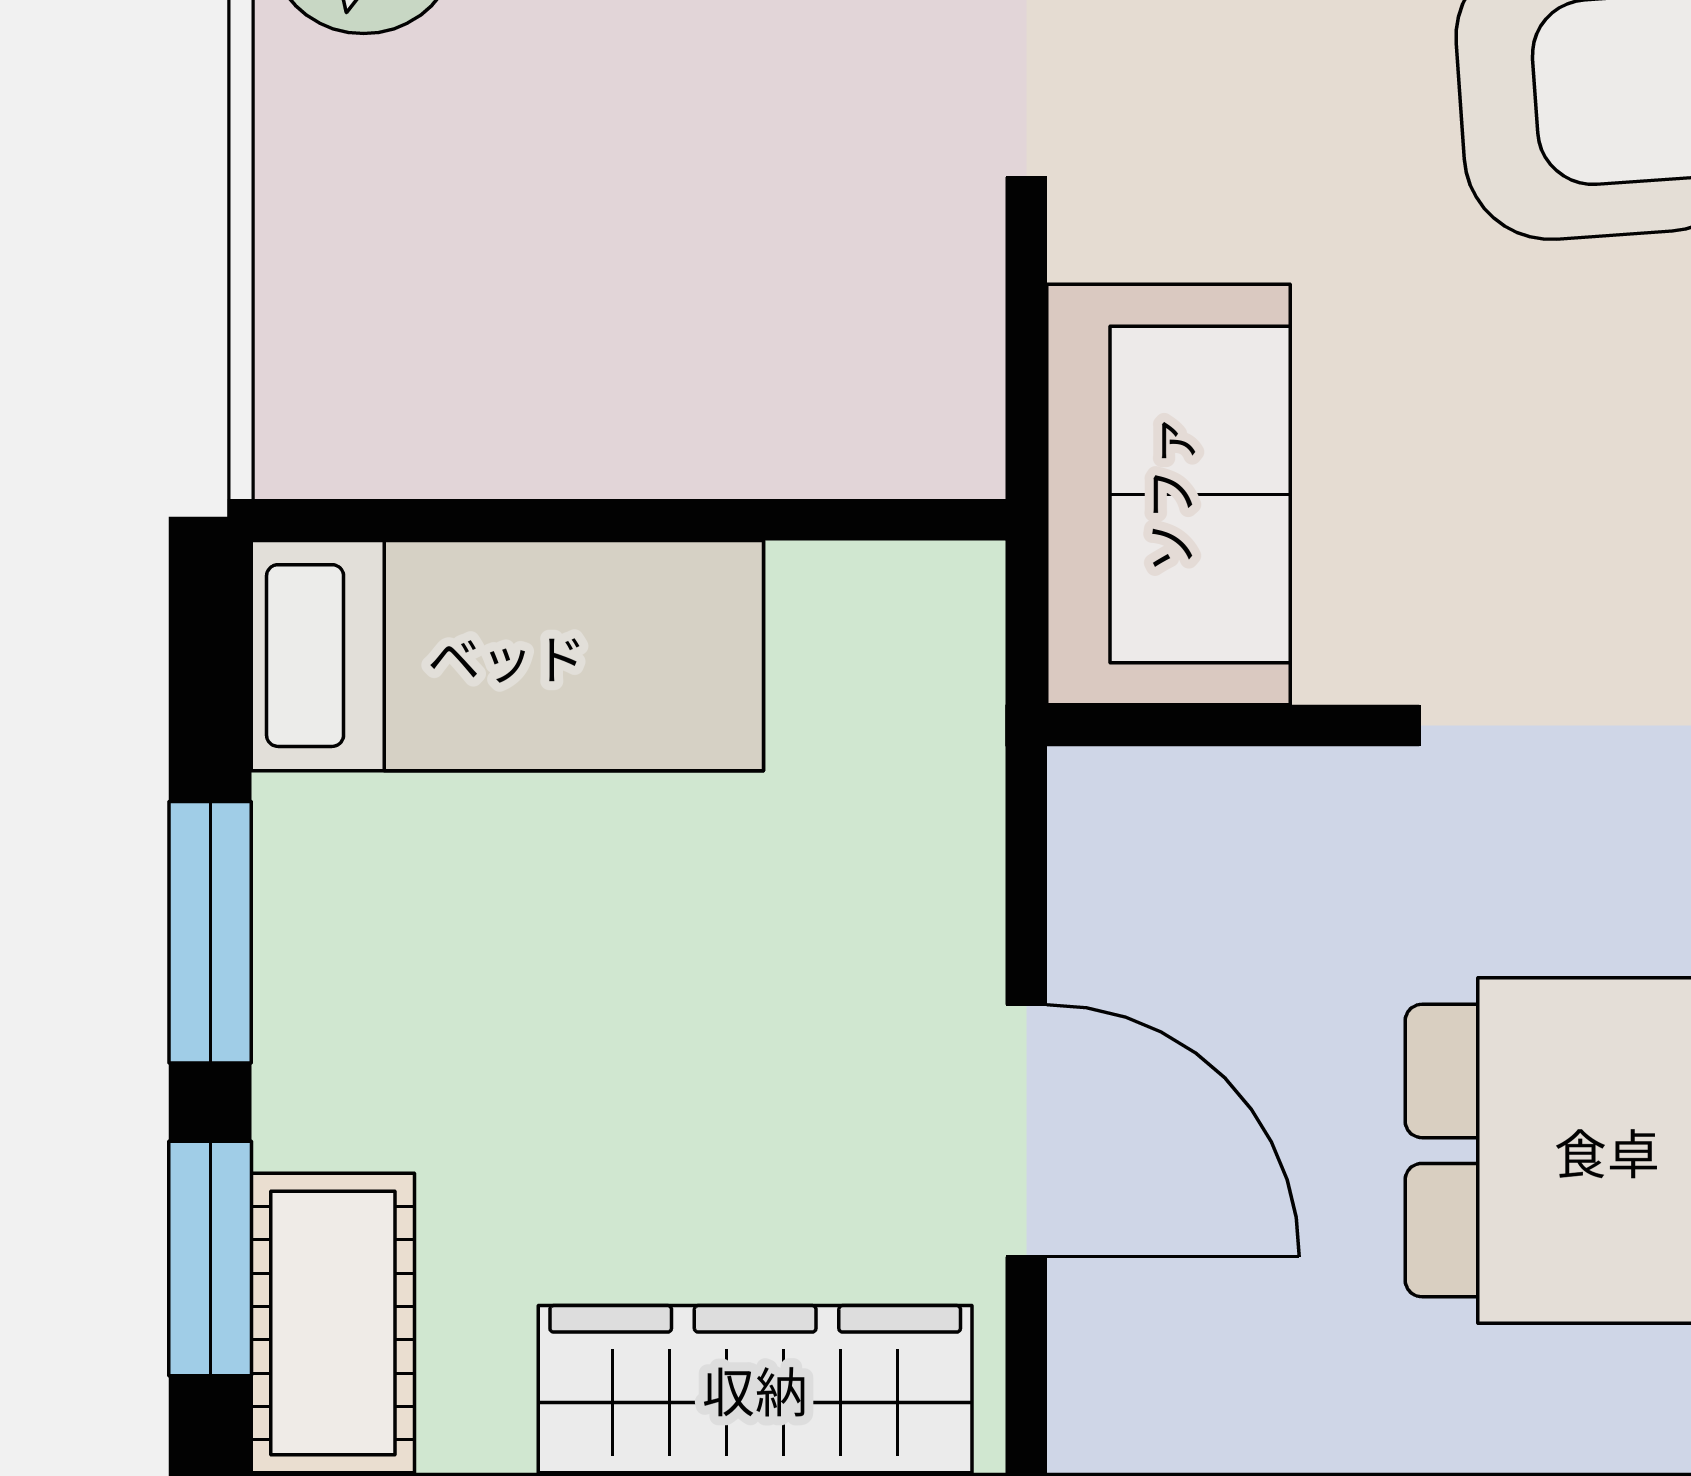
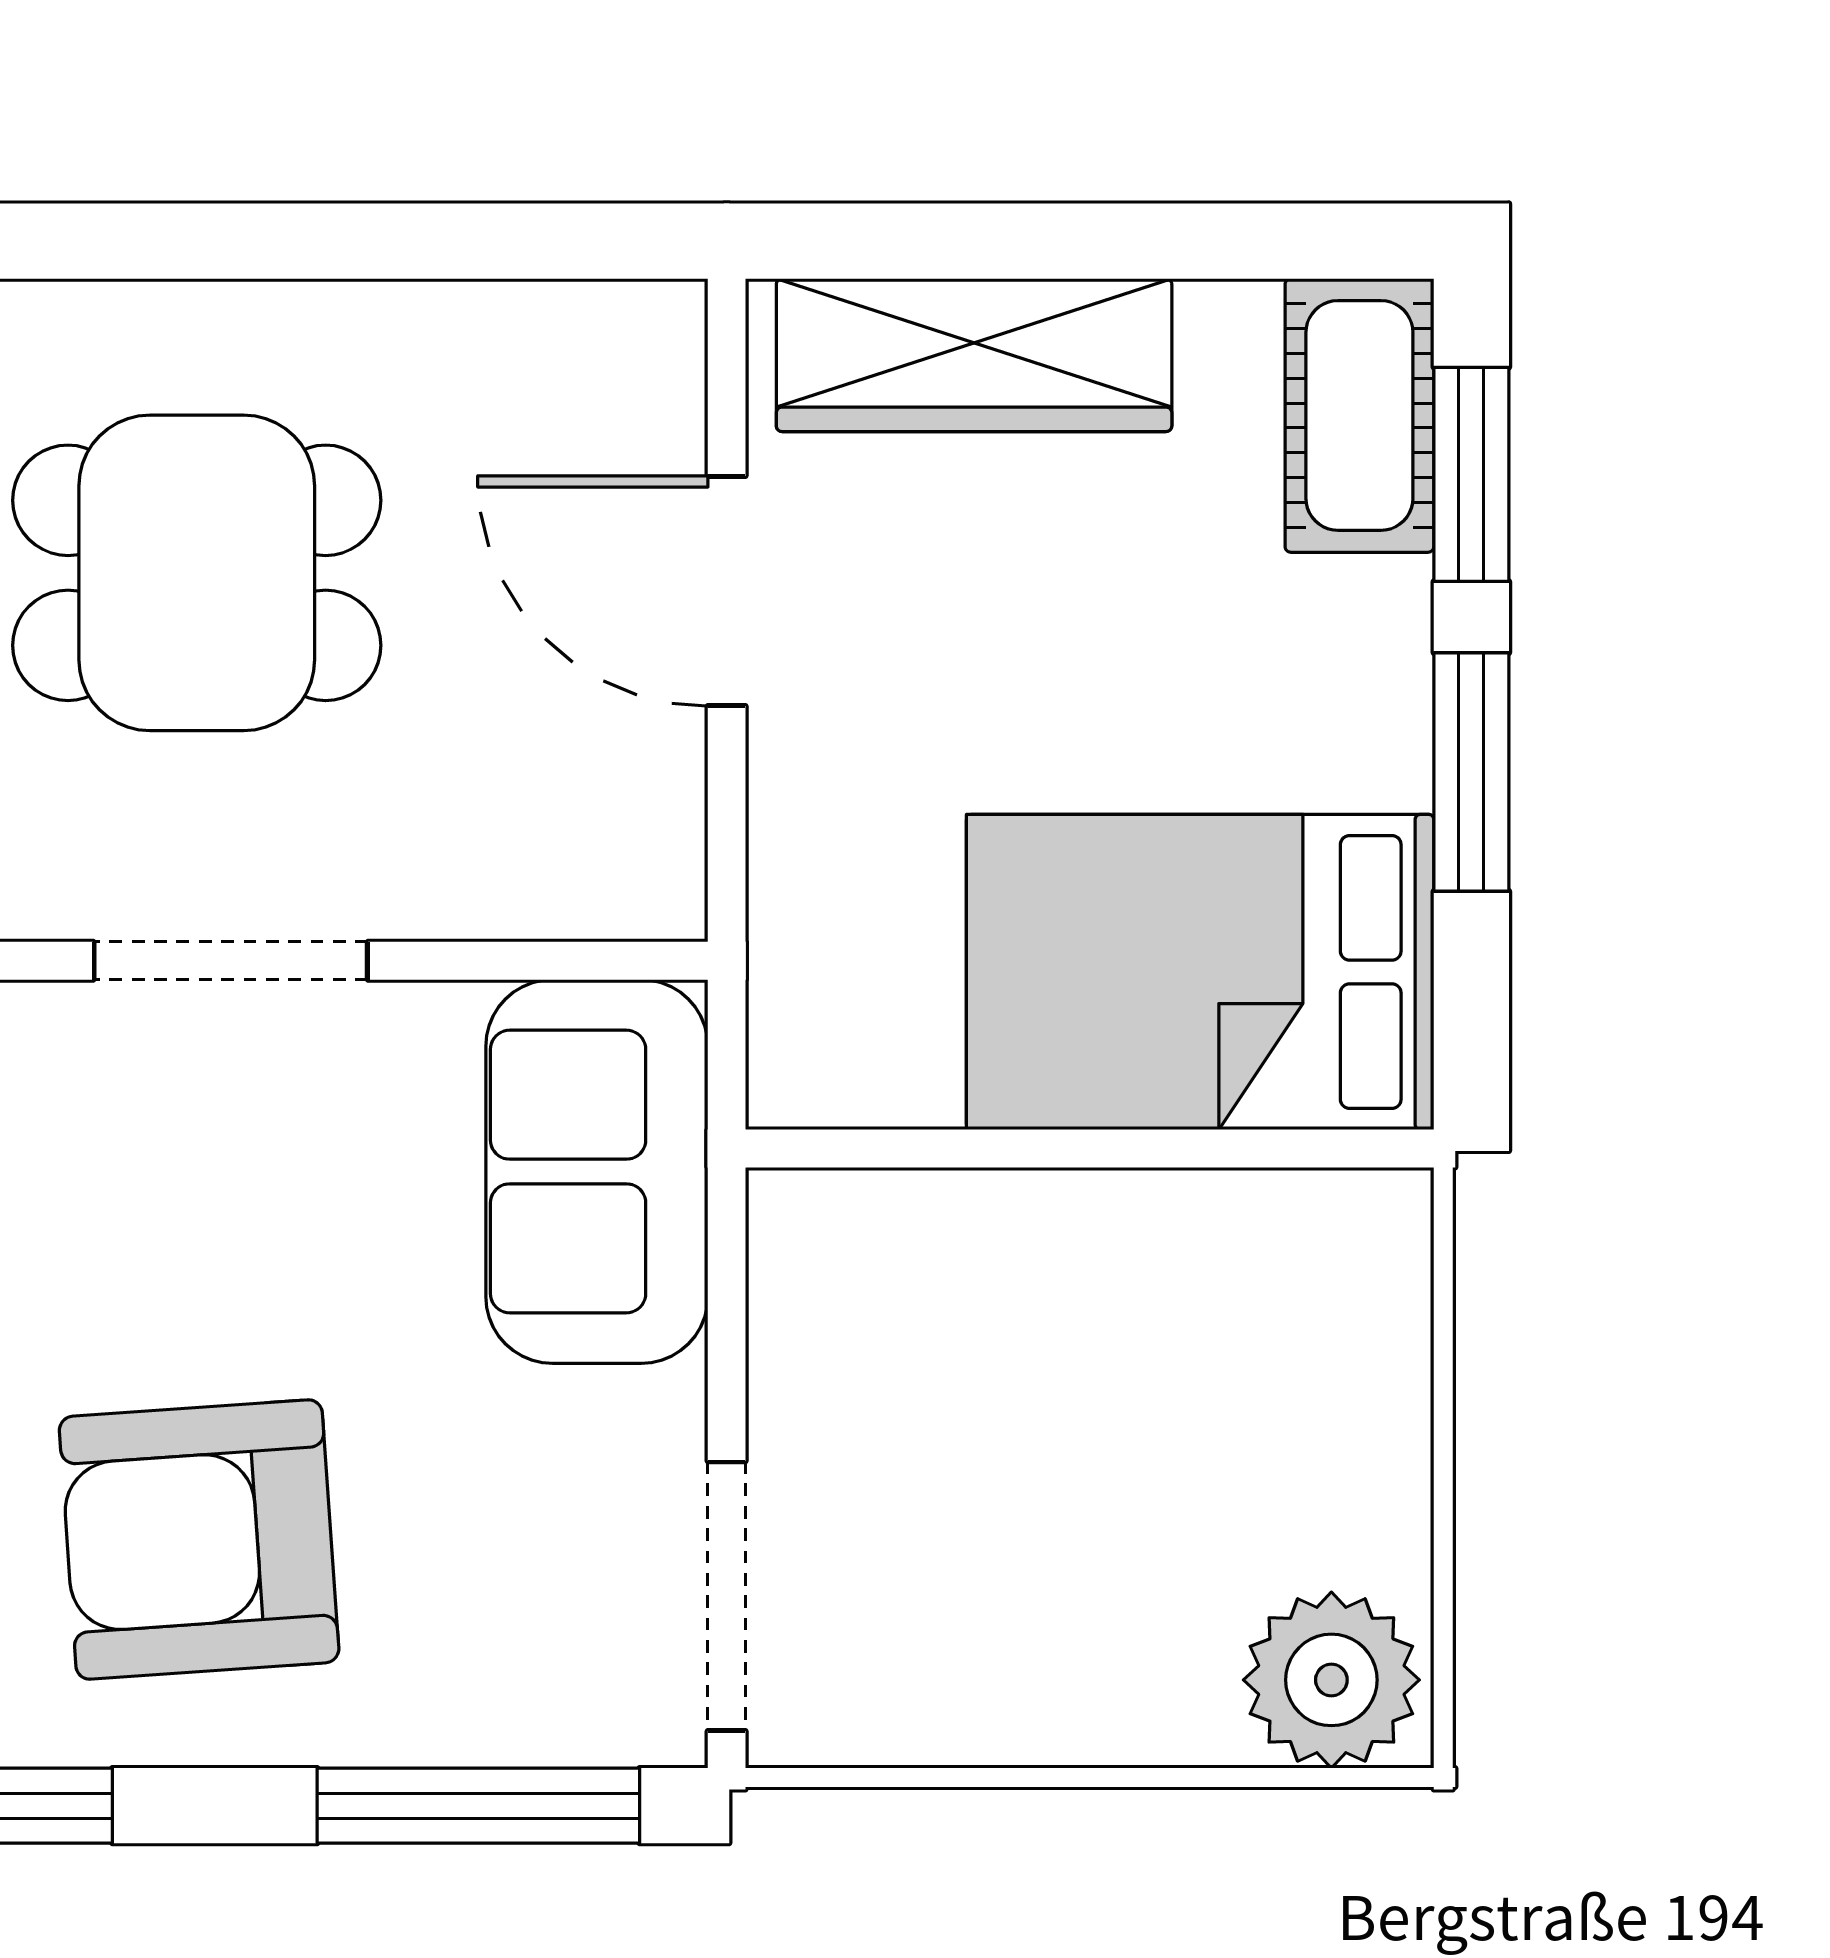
bed: (507, 656) -> (1200, 972), width x1.50

